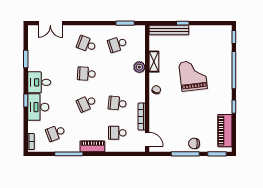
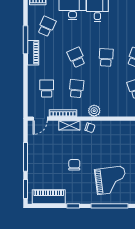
shelving: (154, 62) -> (69, 125), moved
plant: (139, 67) -> (94, 111), moved
grand piano: (193, 75) -> (111, 180), moved
school desk: (56, 133) -> (47, 26), turned 45
chair: (194, 143) -> (74, 165), moved
piano: (92, 146) -> (33, 53), moved

